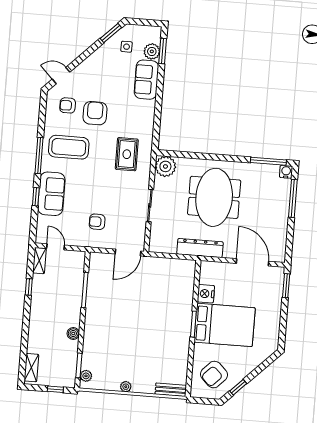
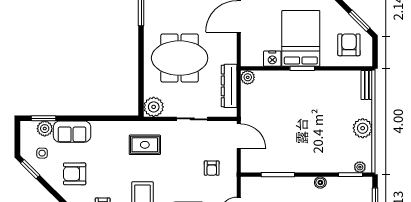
armchair: (95, 113) -> (75, 174), moved
dresser: (200, 248) -> (229, 86), moved
plant: (188, 267) -> (248, 77), added
armchair: (214, 375) -> (349, 45), turned -134
plant: (126, 387) -> (363, 128), width x1.88, depth x1.88
window: (238, 387) -> (359, 21), width x1.50

